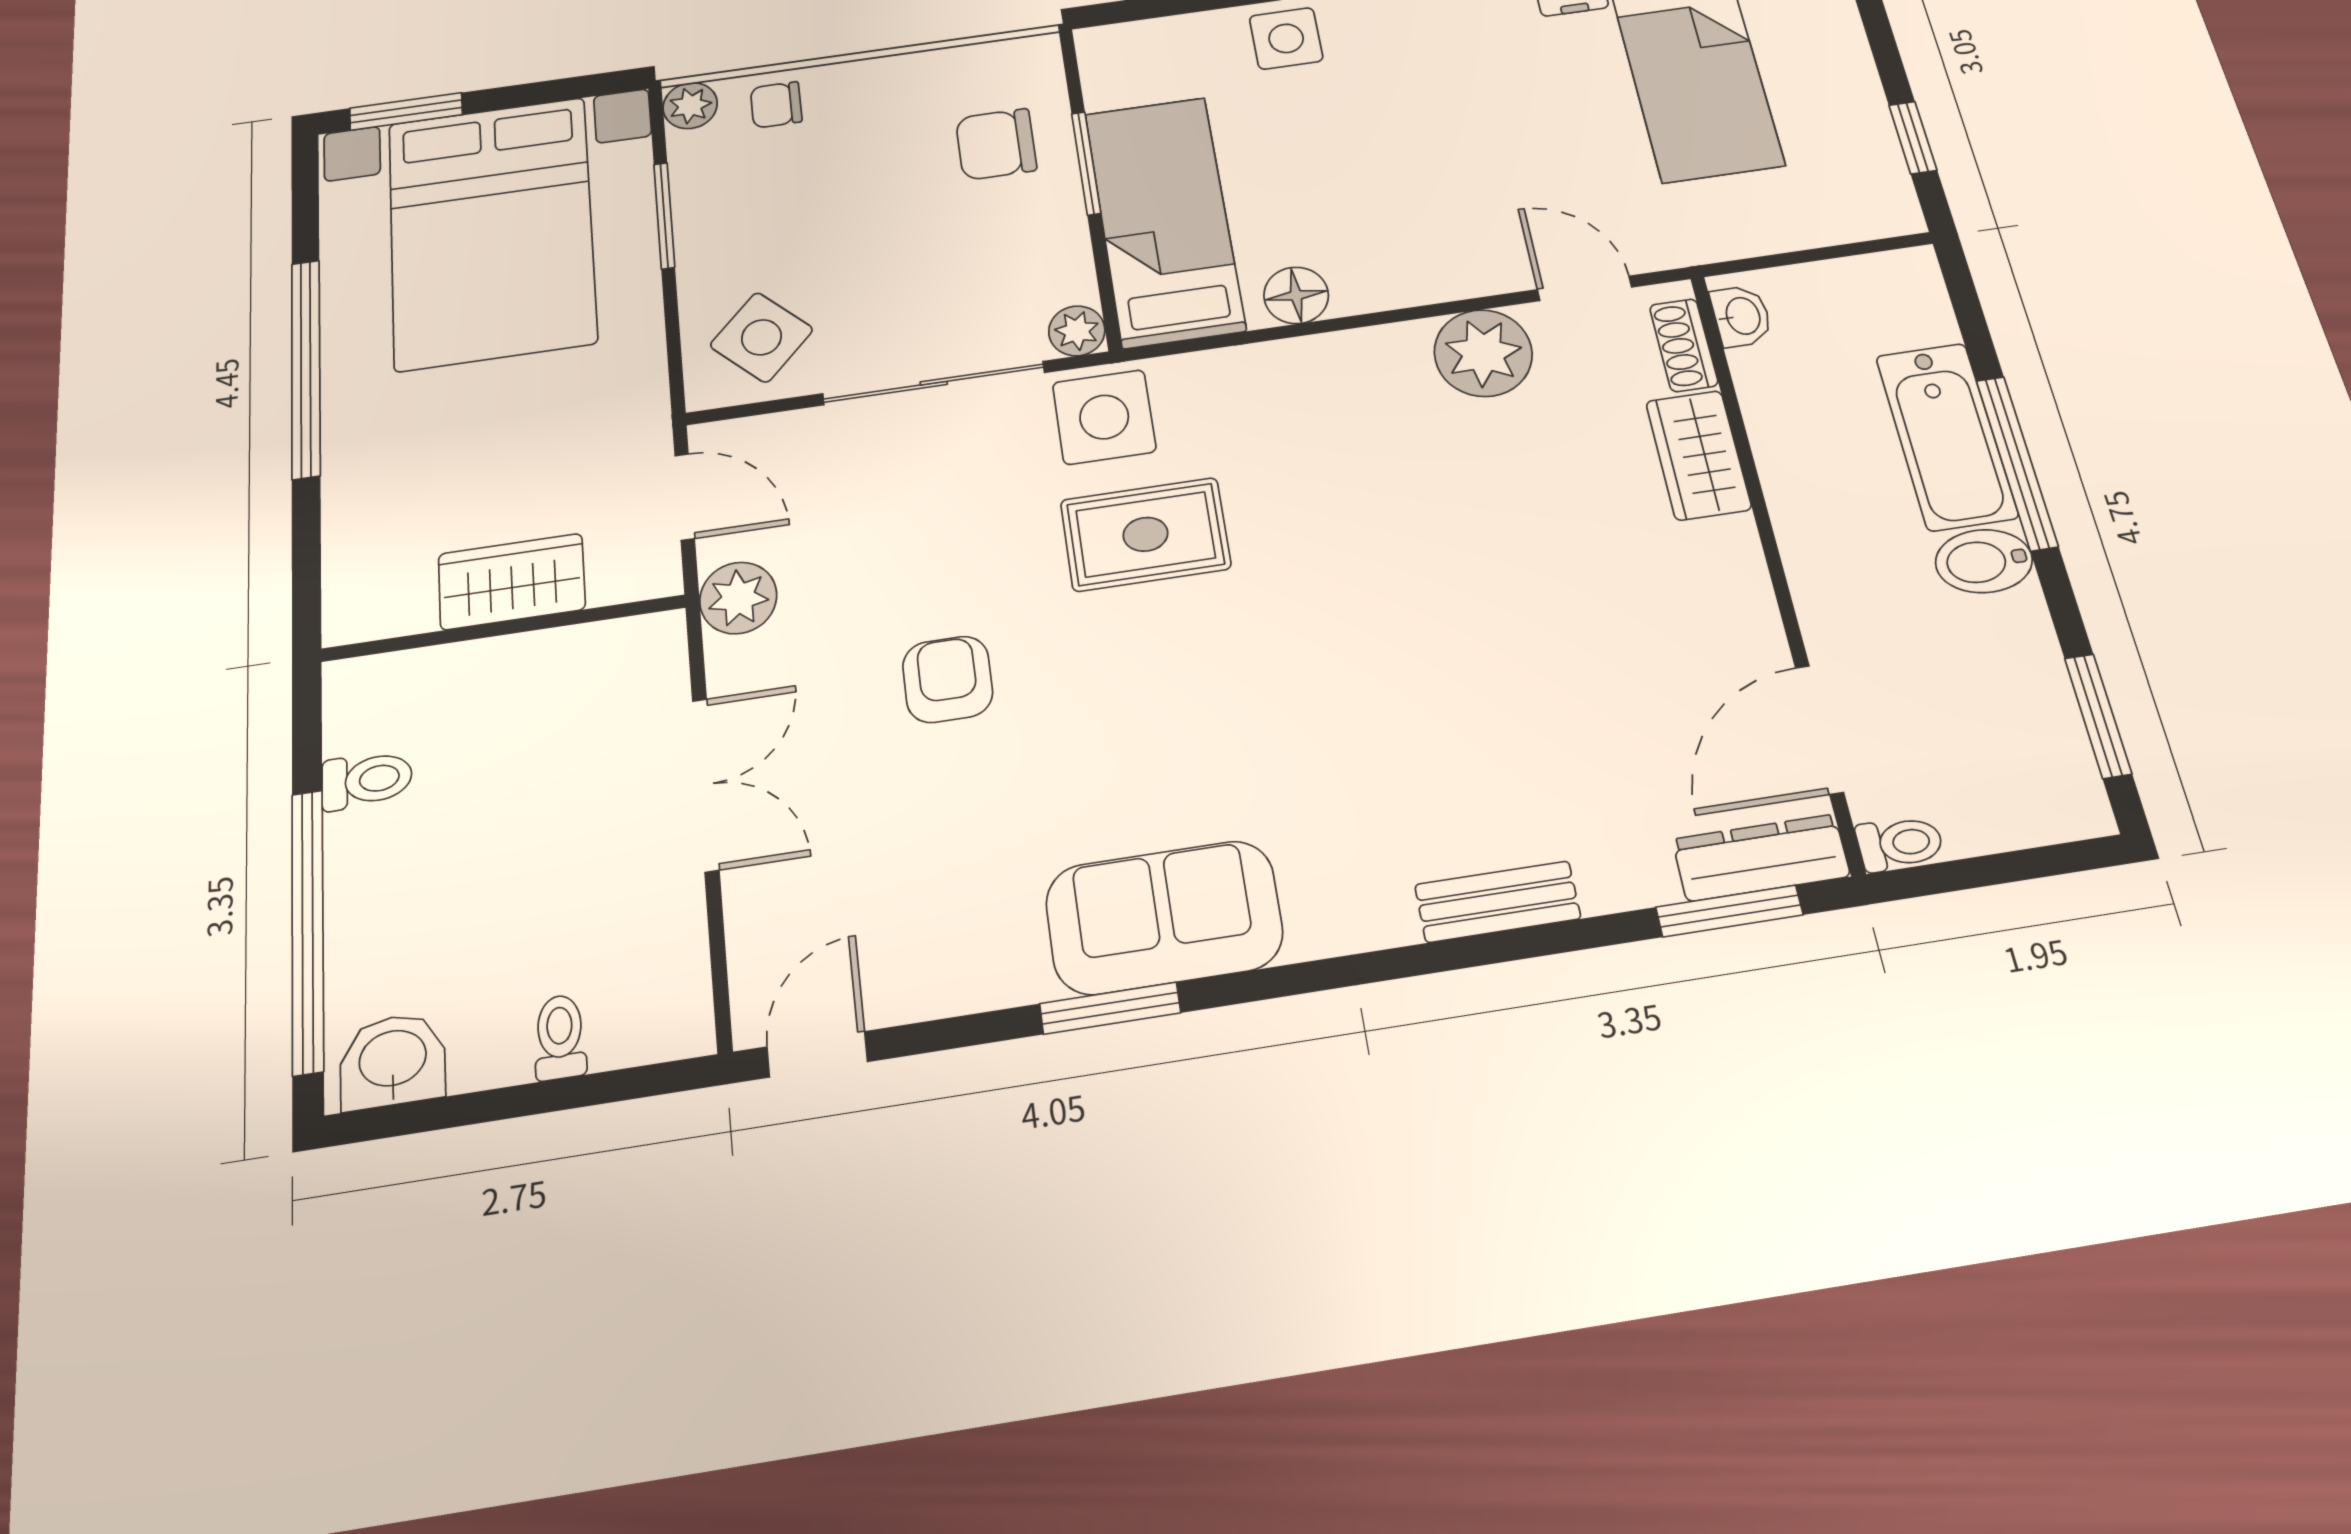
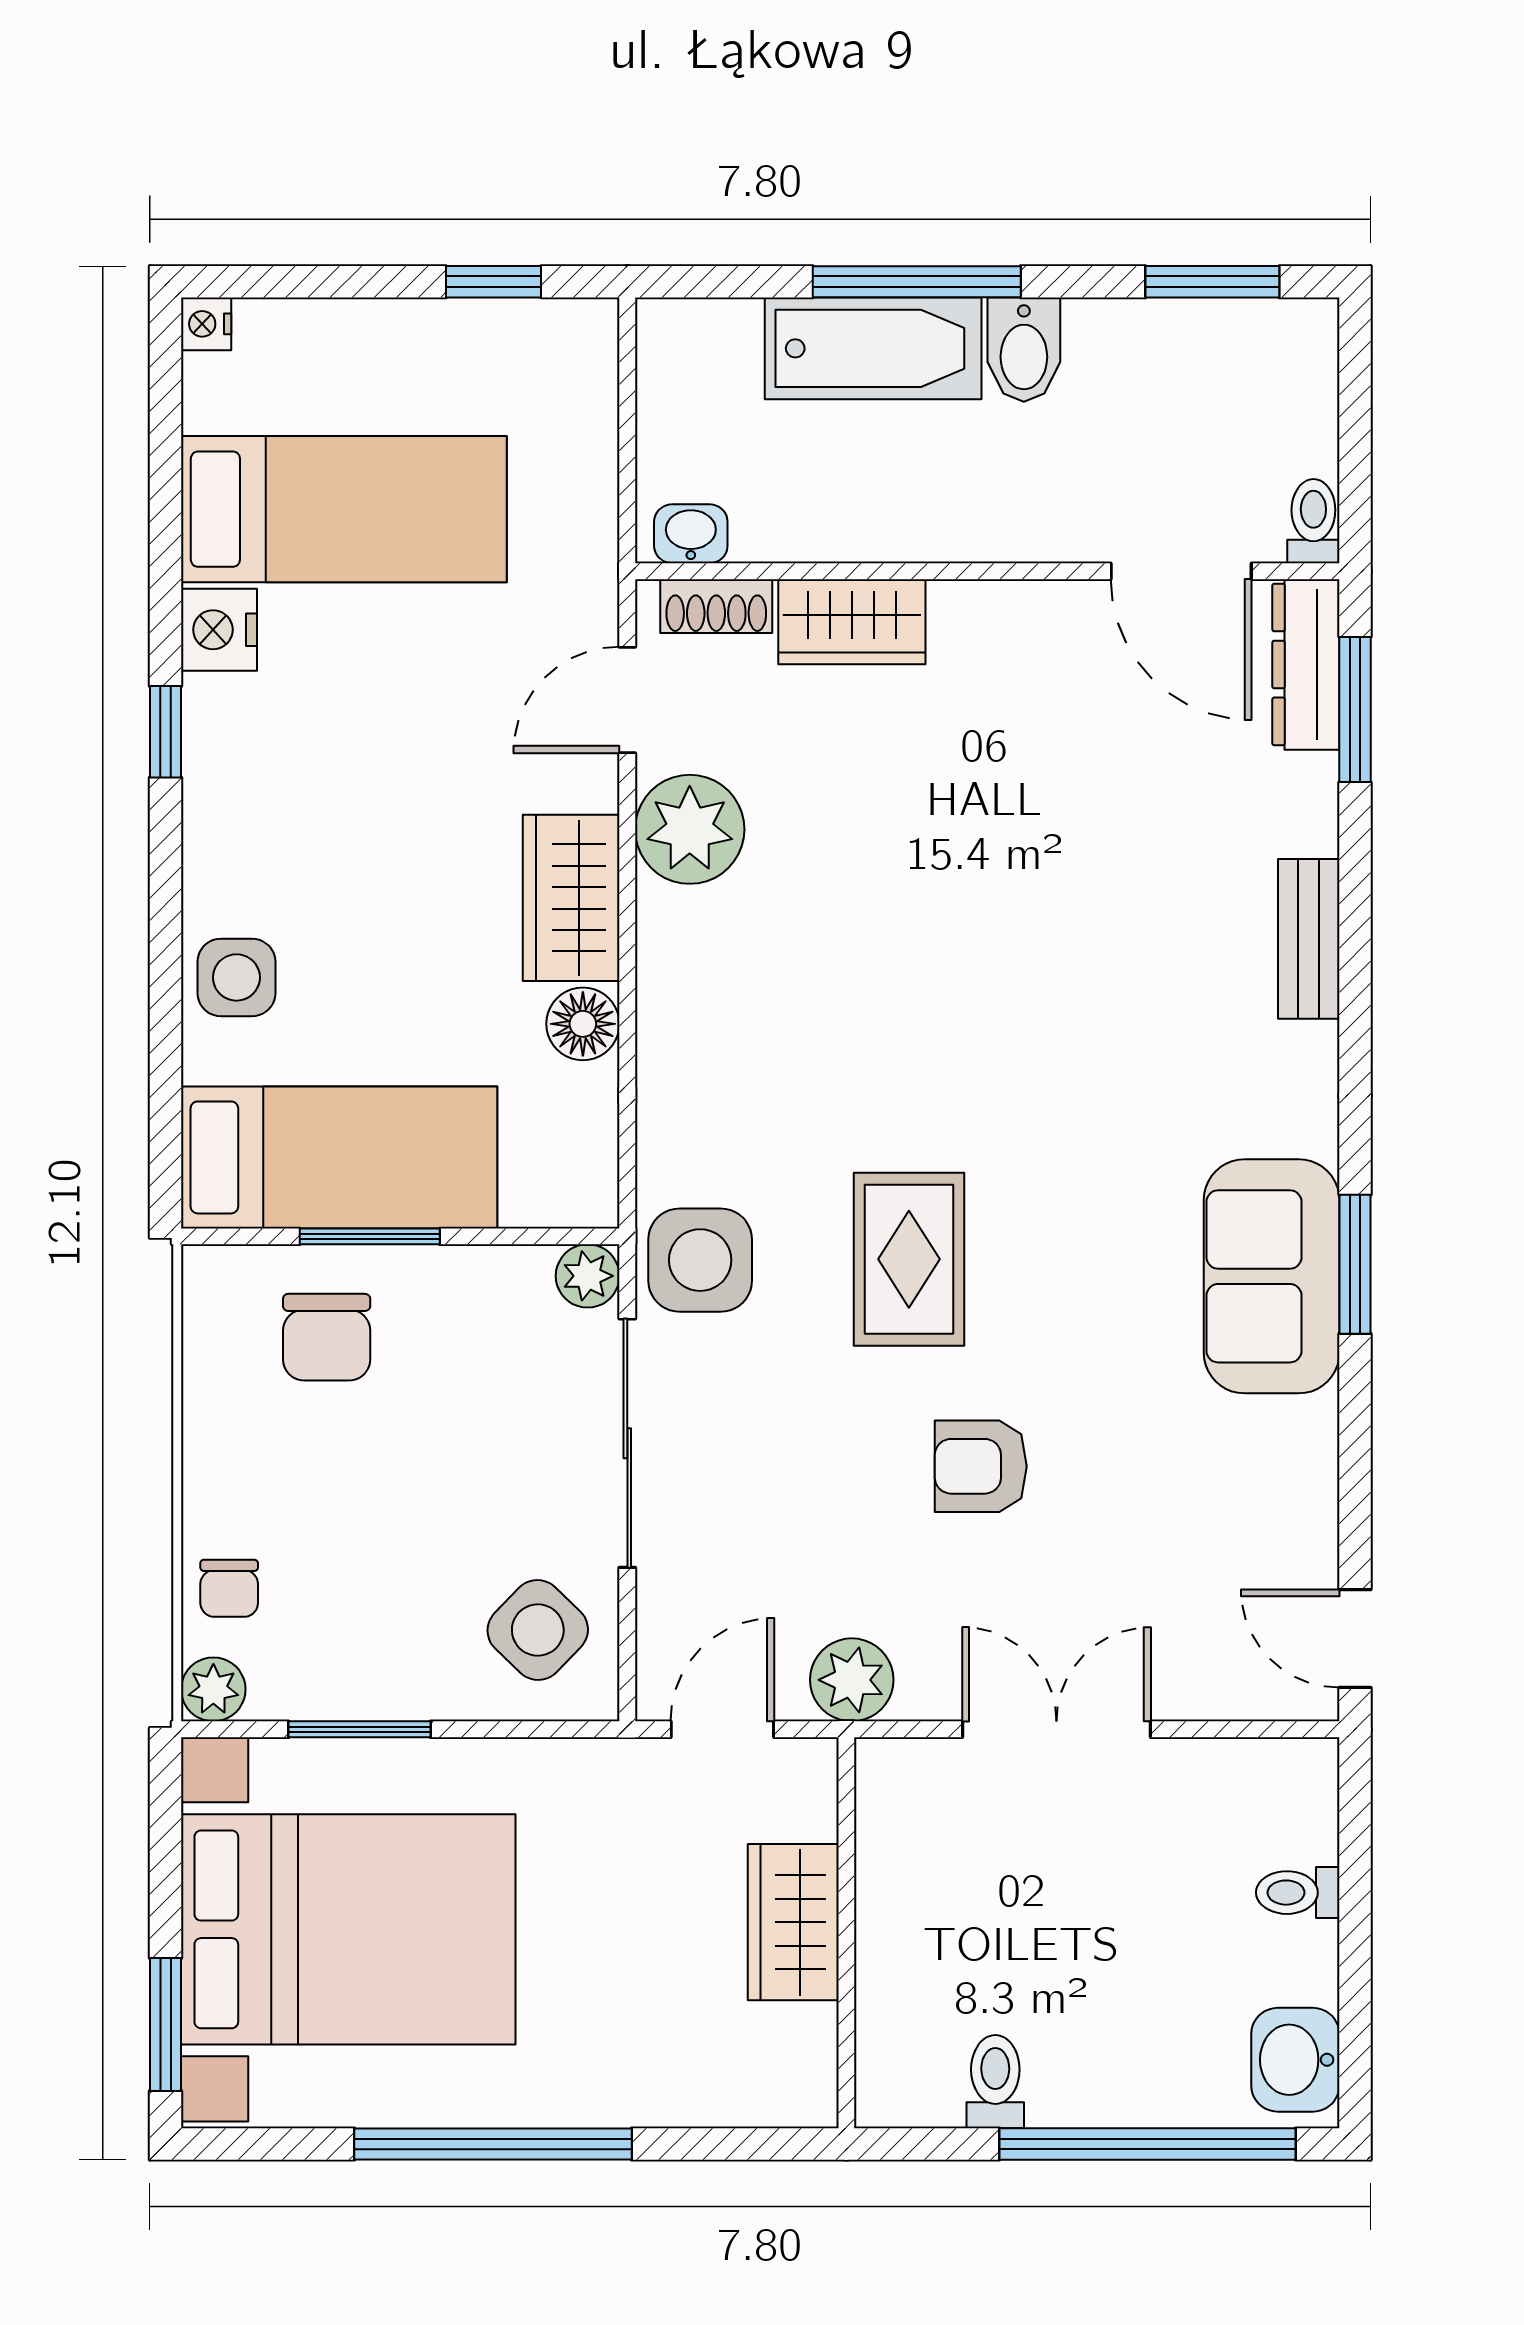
bed: (1164, 221) -> (339, 1157), moved, turned 180
wardrobe: (1404, 271) -> (571, 898), added
rug: (1146, 534) -> (909, 1259), moved
window: (1110, 1008) -> (1355, 1264), moved

